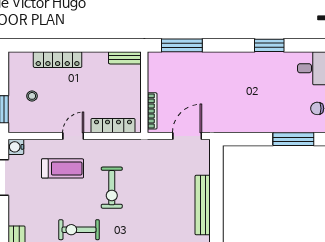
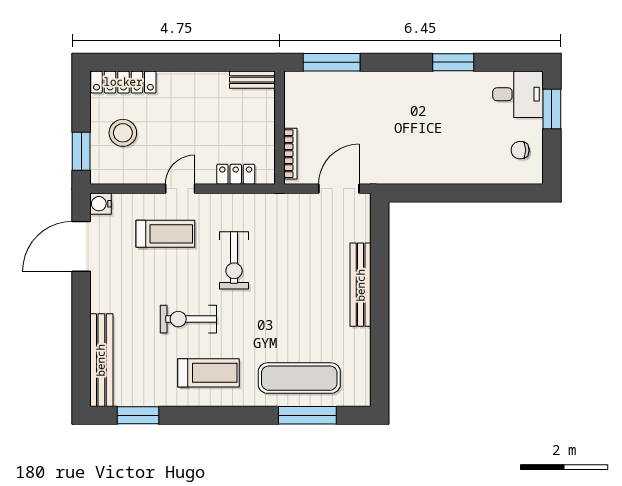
locker: (58, 60) -> (123, 82), moved
stool: (32, 96) -> (123, 133), width x1.89, depth x1.89
locker: (113, 126) -> (236, 174), width x0.66
window: (293, 139) -> (487, 193), removed

